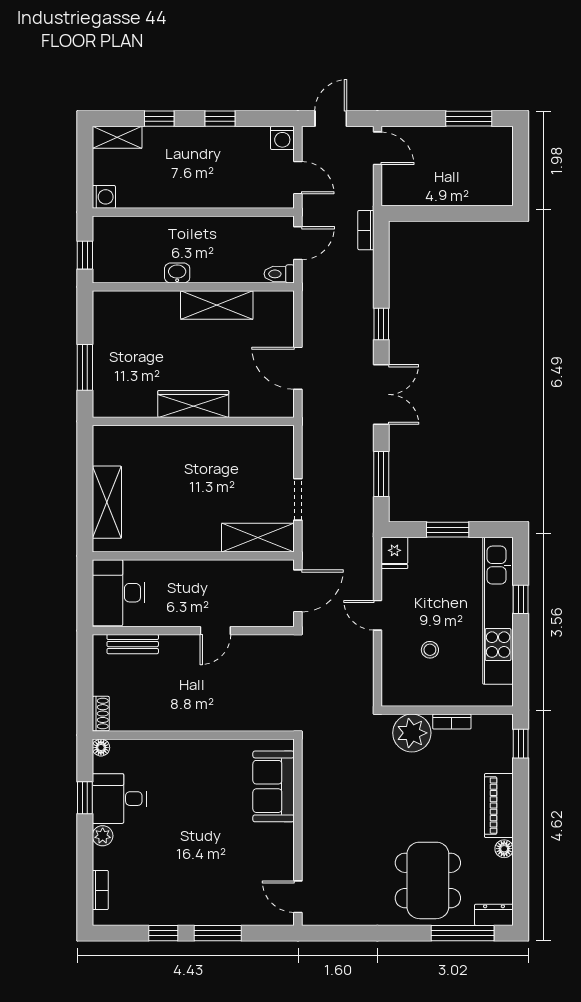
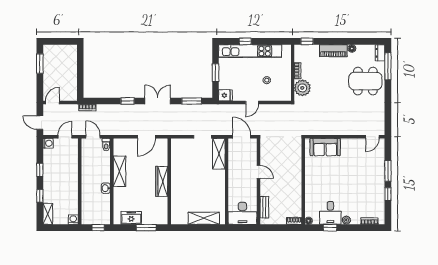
freezer: (108, 333) -> (131, 218), added

